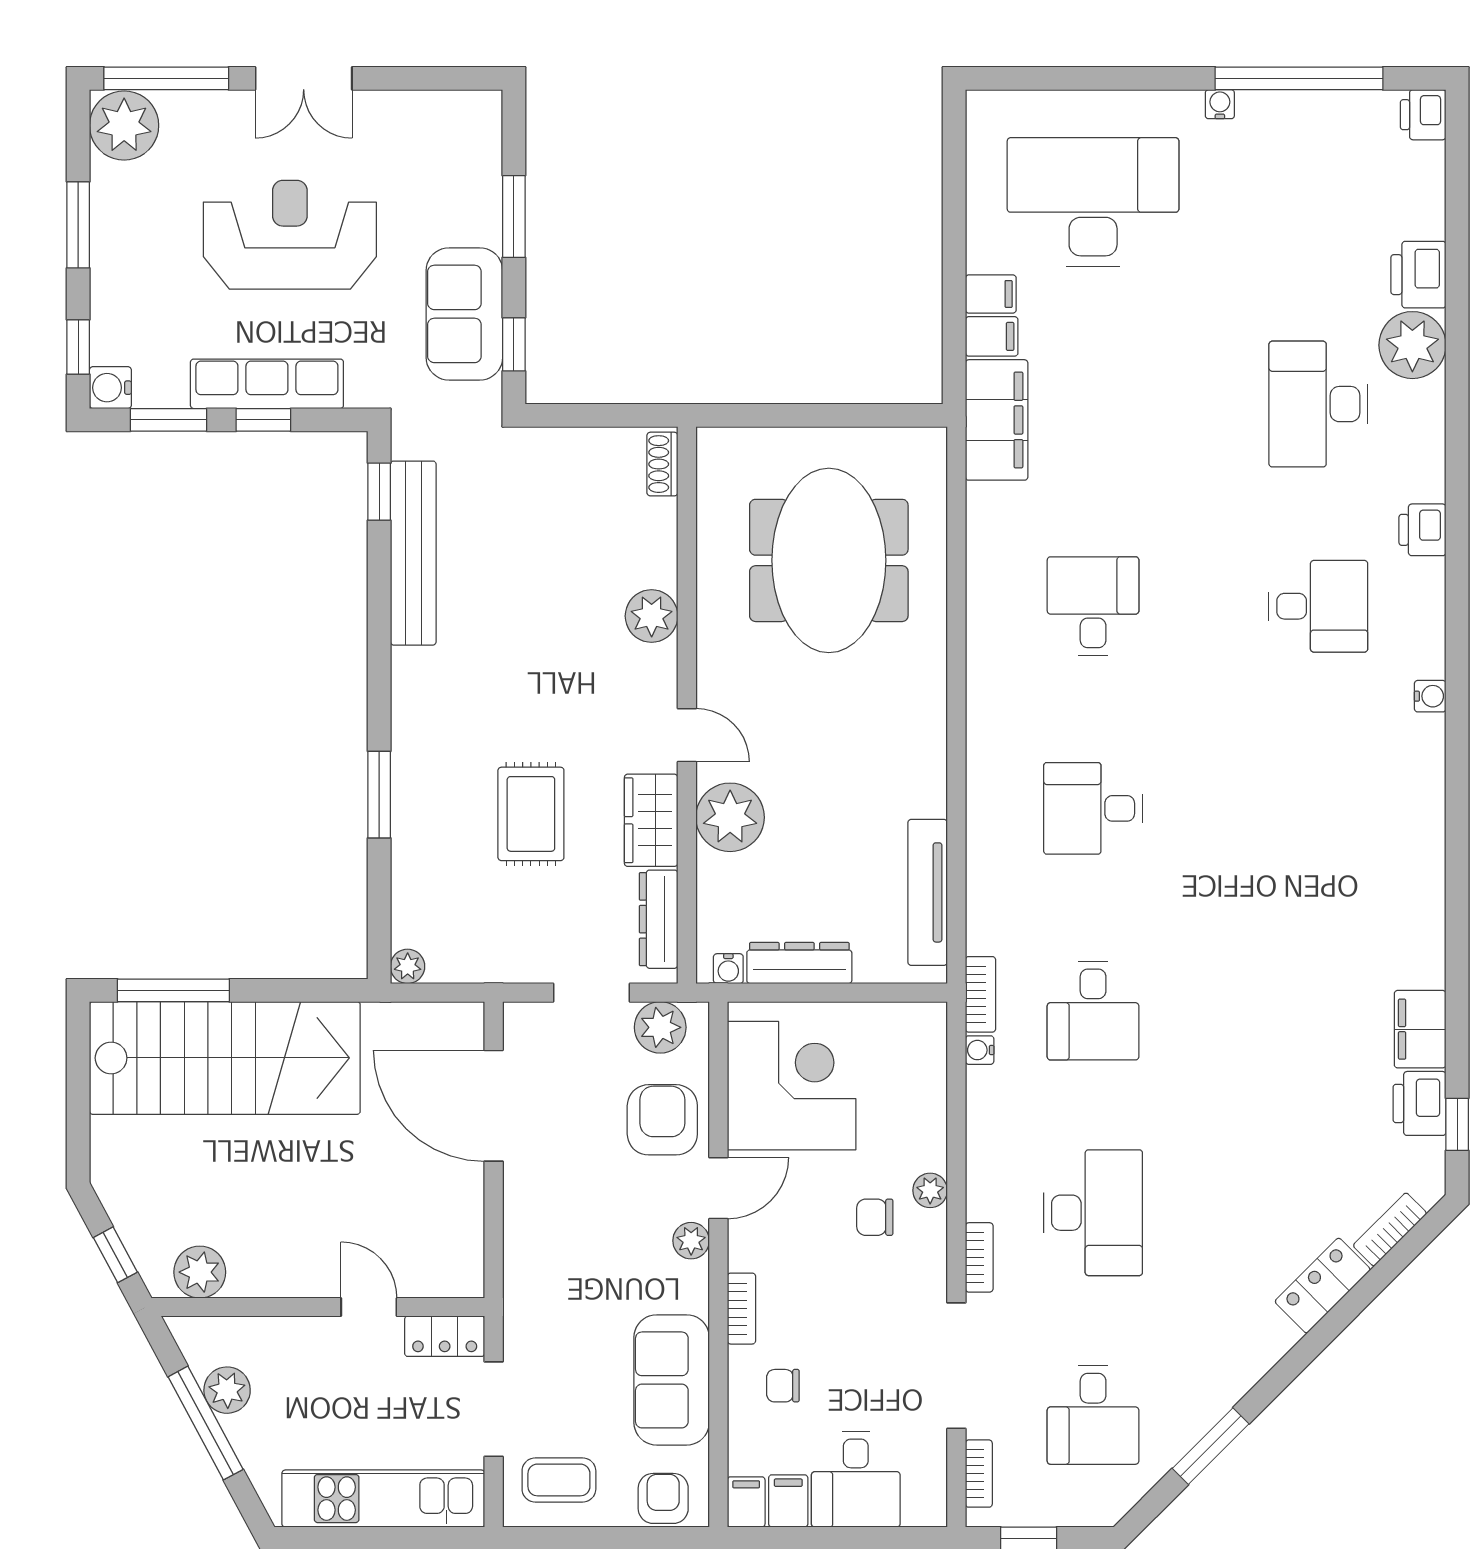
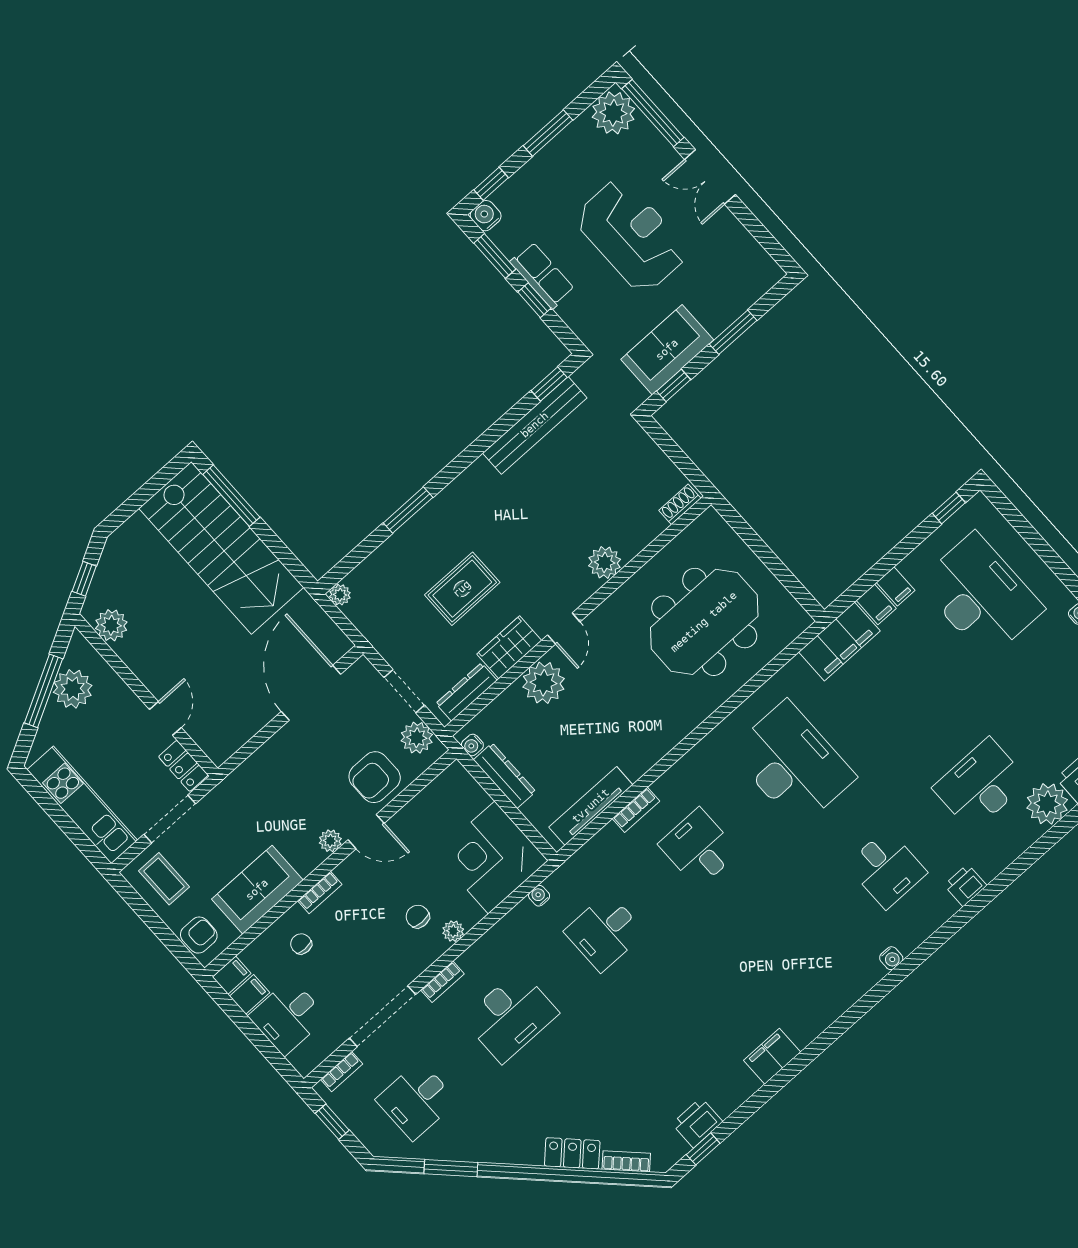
window: (954, 147) -> (949, 508), added
row of seats: (267, 384) -> (542, 275), width x0.68
desk: (1093, 606) -> (793, 764), width x1.87, depth x1.30
bookcase: (980, 994) -> (636, 810), moved
filing cabinet: (1420, 1029) -> (772, 1056), moved
corner desk: (792, 1086) -> (492, 857), moved, turned 180
armchair: (662, 1120) -> (375, 777), turned 180
plant: (227, 1390) -> (73, 689), width x1.36, depth x1.36

